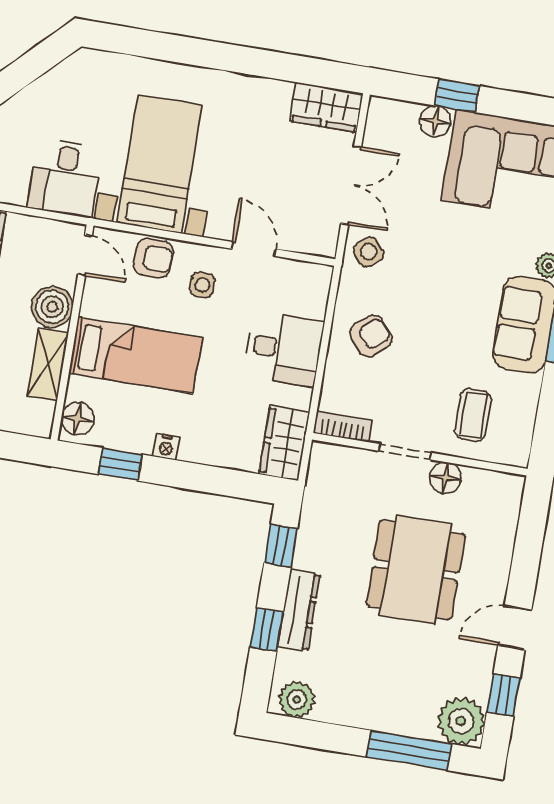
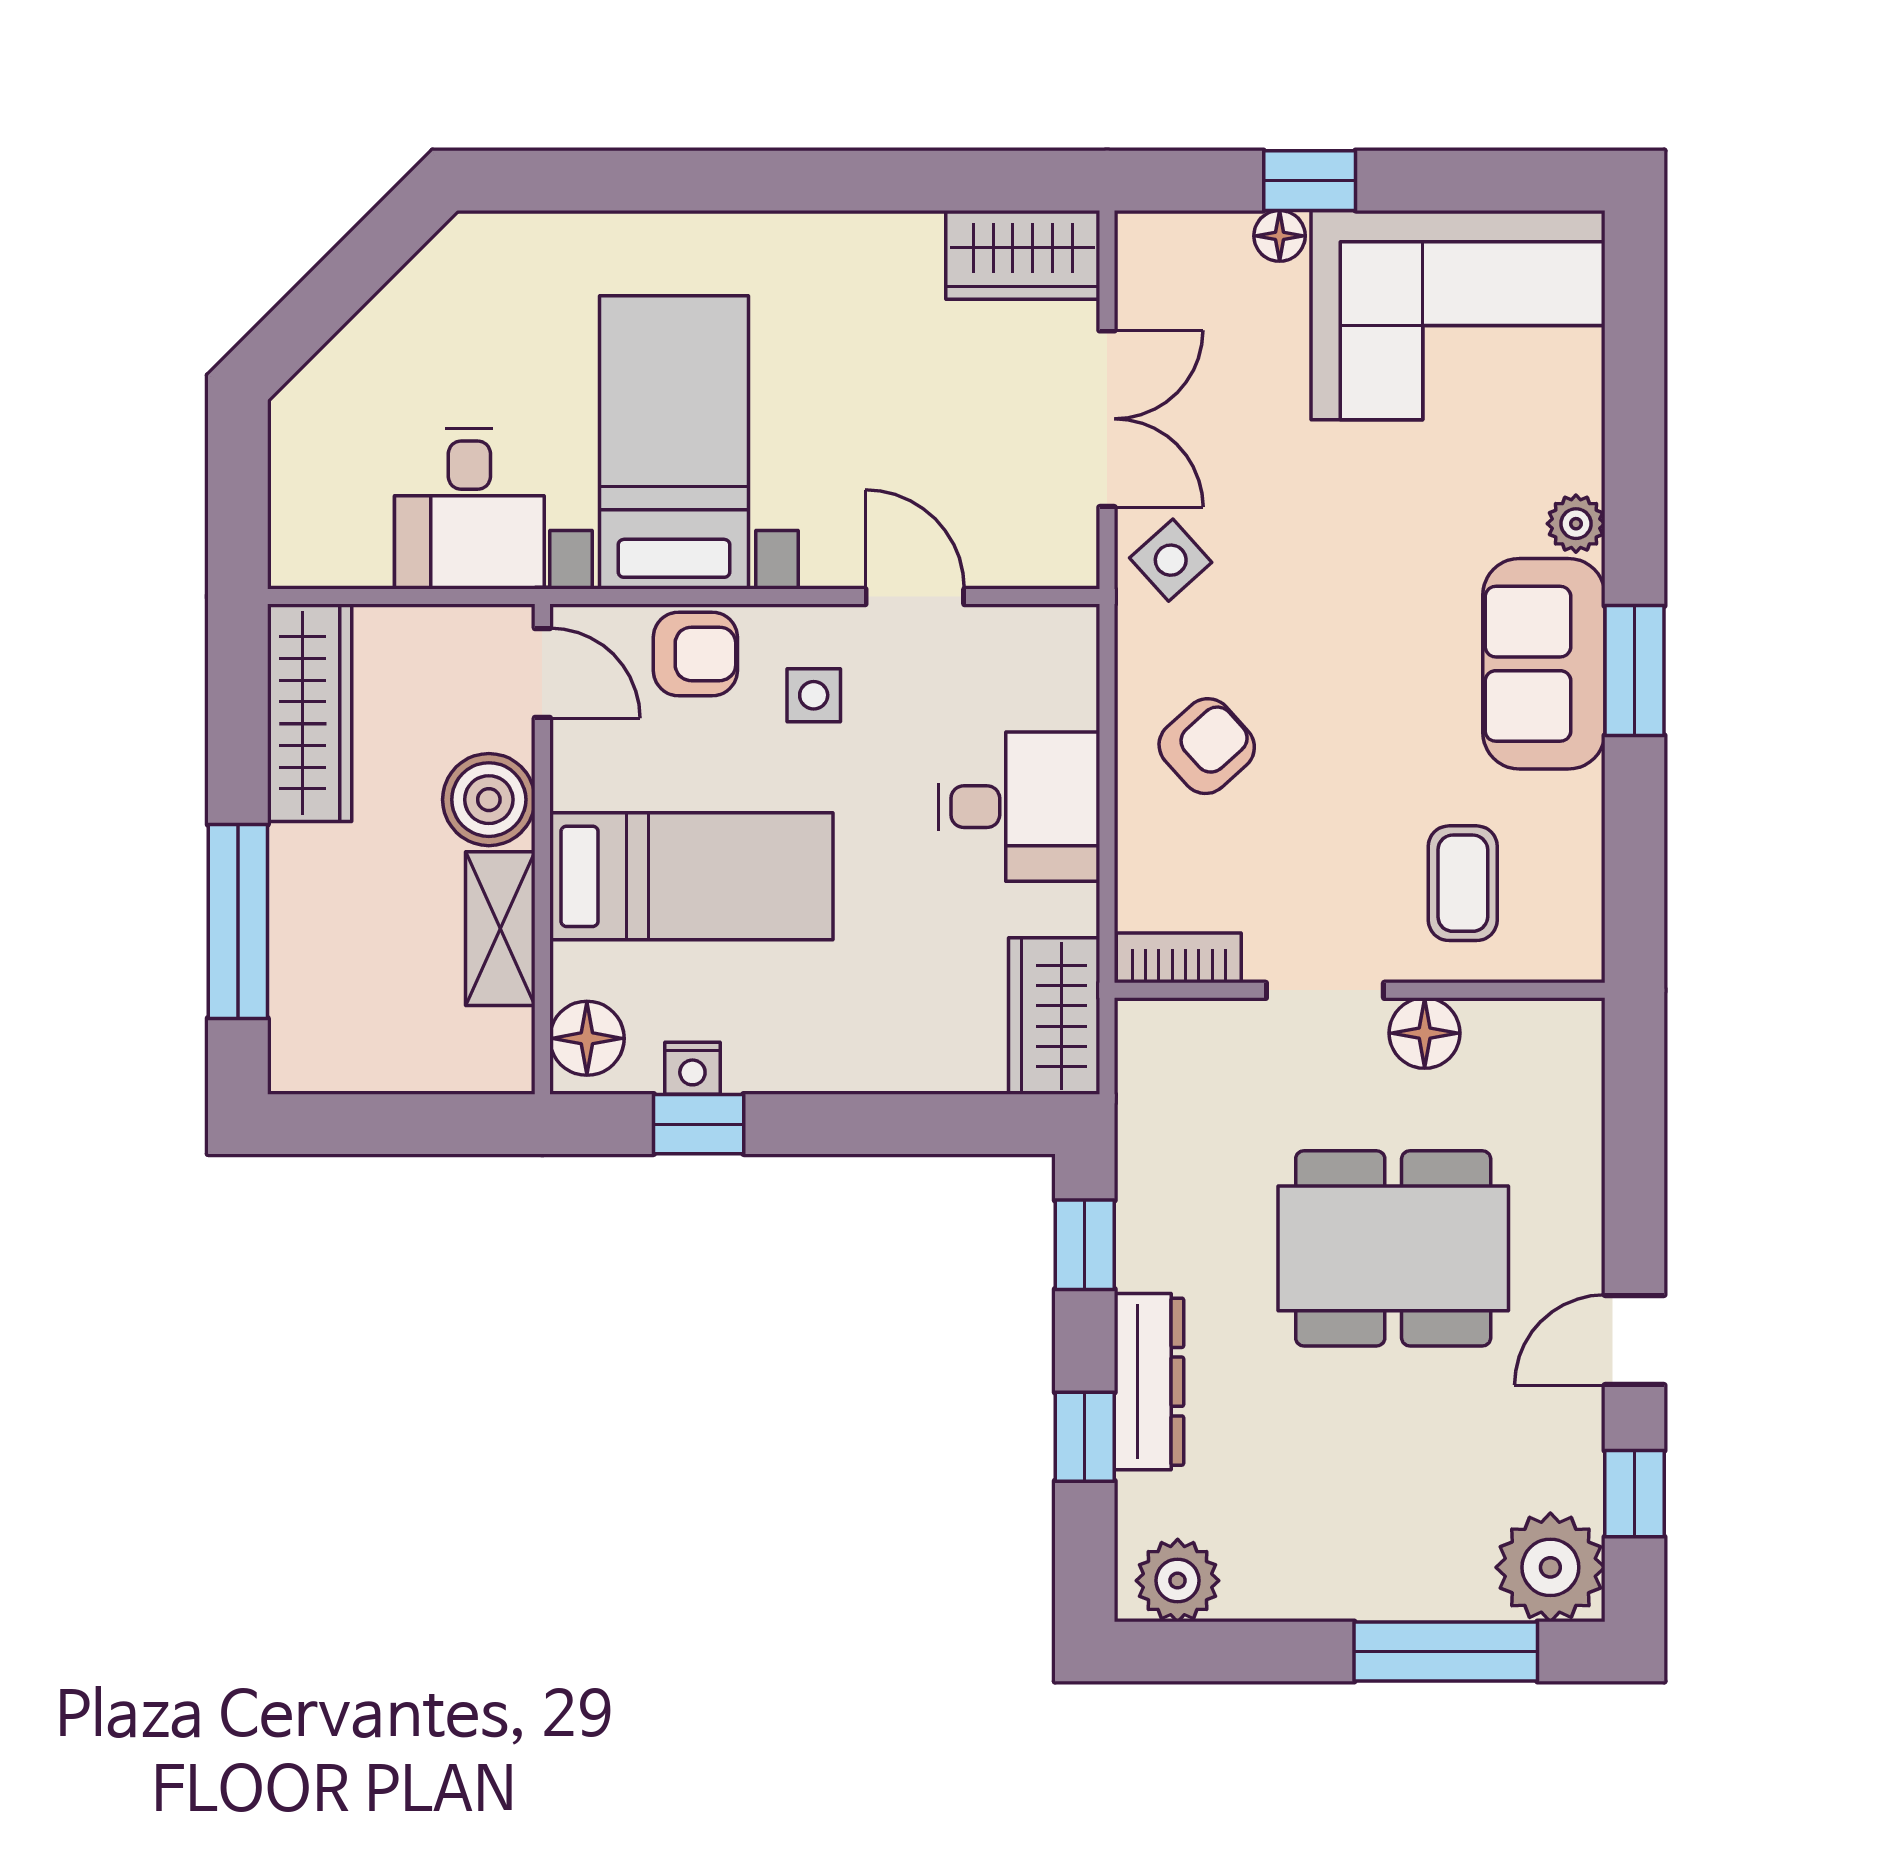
floor lamp: (435, 121) -> (1280, 236), width x0.73, depth x0.73
nightstand: (166, 447) -> (692, 1068), moved
dining table: (416, 570) -> (1393, 1248), turned 90

